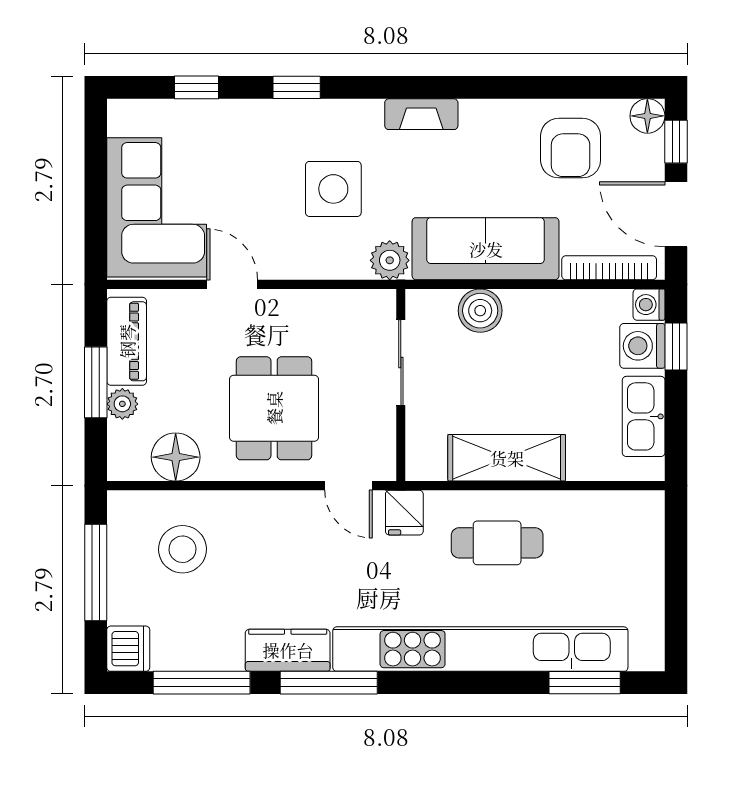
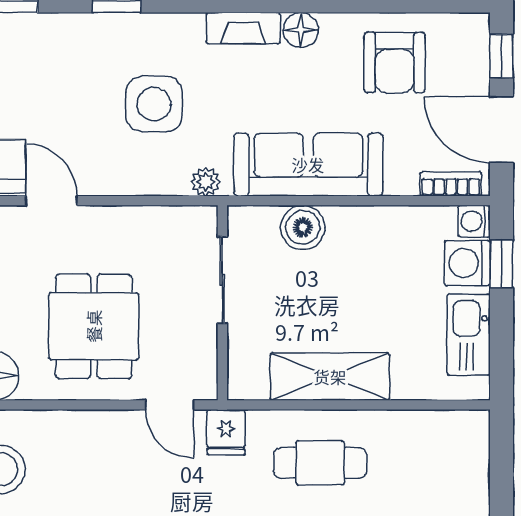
floor lamp: (647, 116) -> (301, 30), moved
plant: (390, 260) -> (206, 182), width x0.73, depth x0.73
bookcase: (609, 268) -> (451, 184), width x0.64

